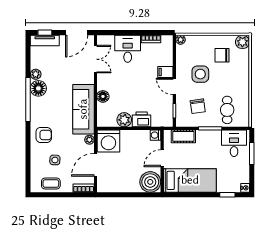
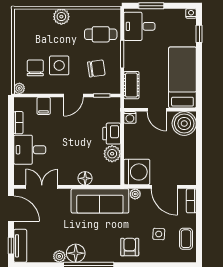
plant: (242, 42) -> (61, 17), moved
chair: (222, 55) -> (35, 68), moved, turned 180
filing cabinet: (165, 72) -> (44, 106), moved

